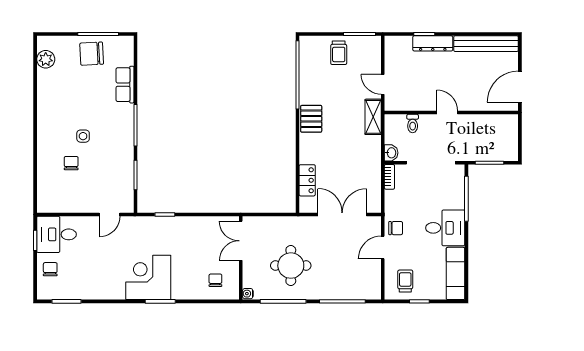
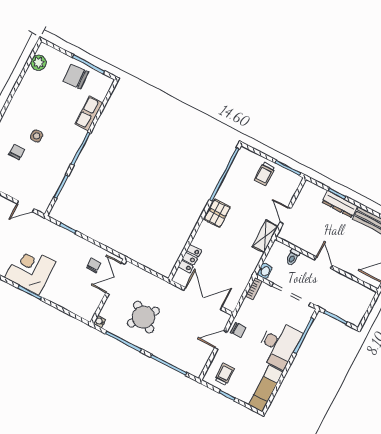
desk: (445, 228) -> (279, 345), width x1.37
round table: (291, 266) -> (143, 317), turned 36
chair: (215, 280) -> (94, 265), moved

